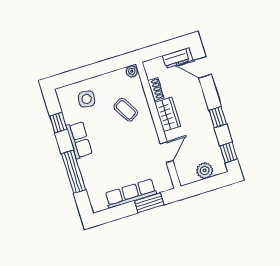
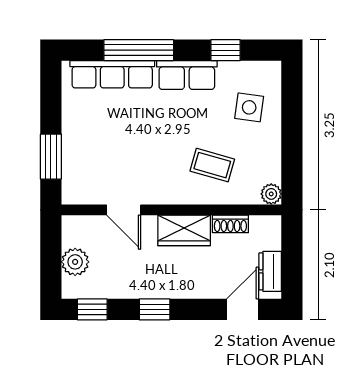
coffee table: (126, 110) -> (212, 165), turned 46
row of seats: (131, 193) -> (112, 74), moved, turned 90

